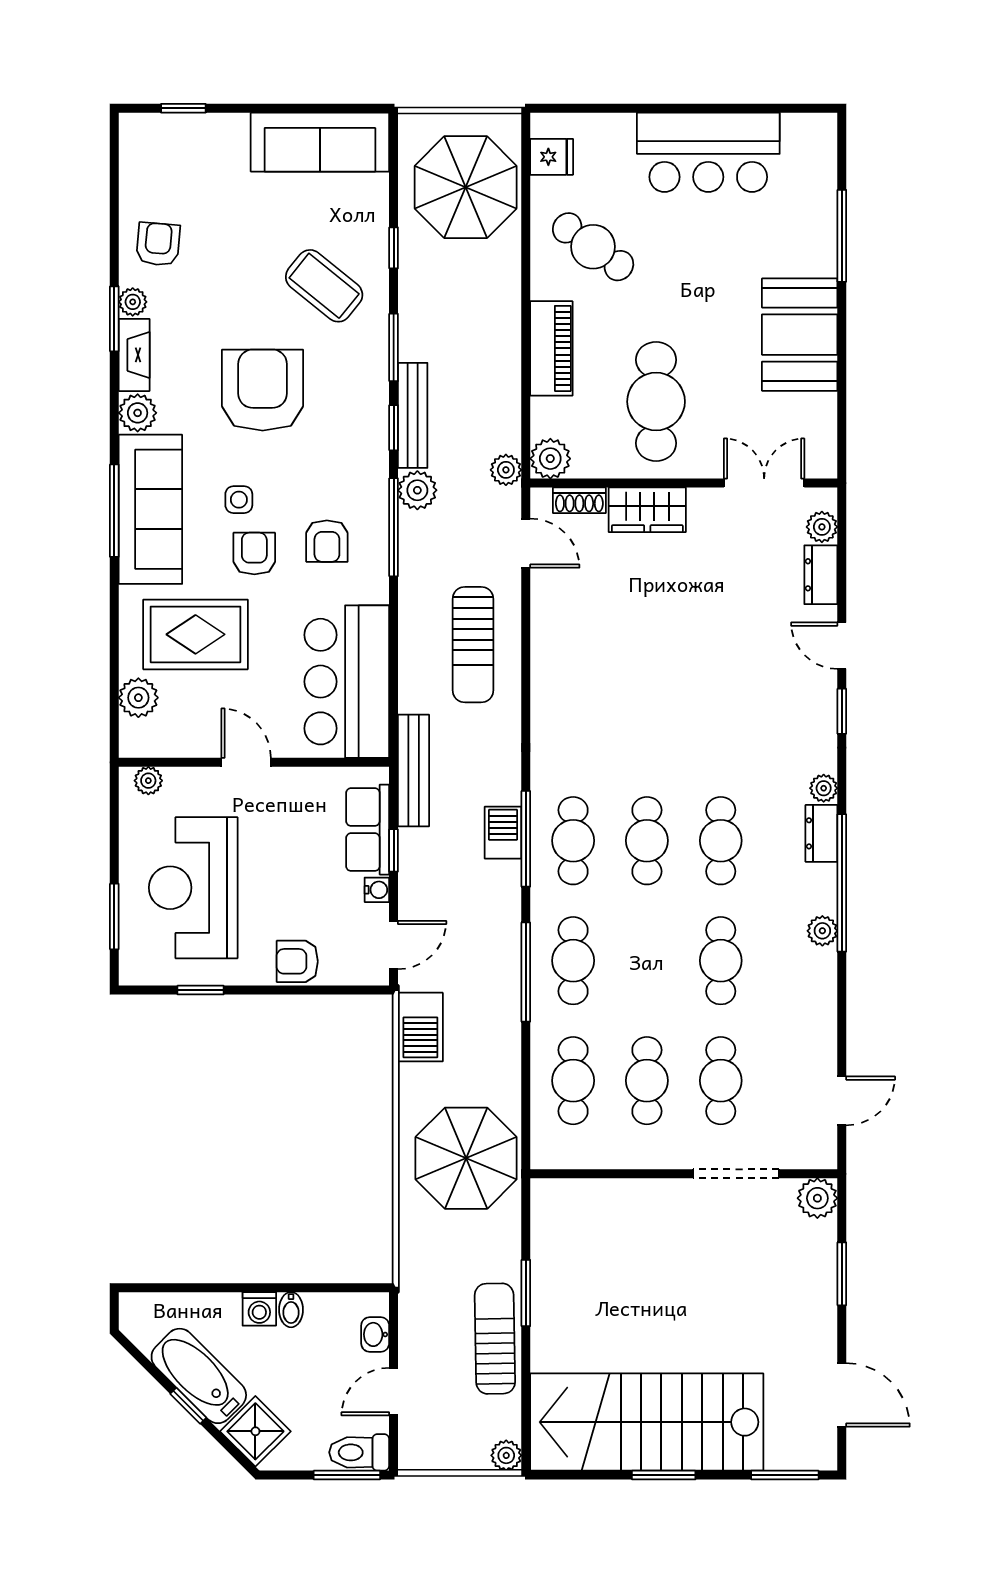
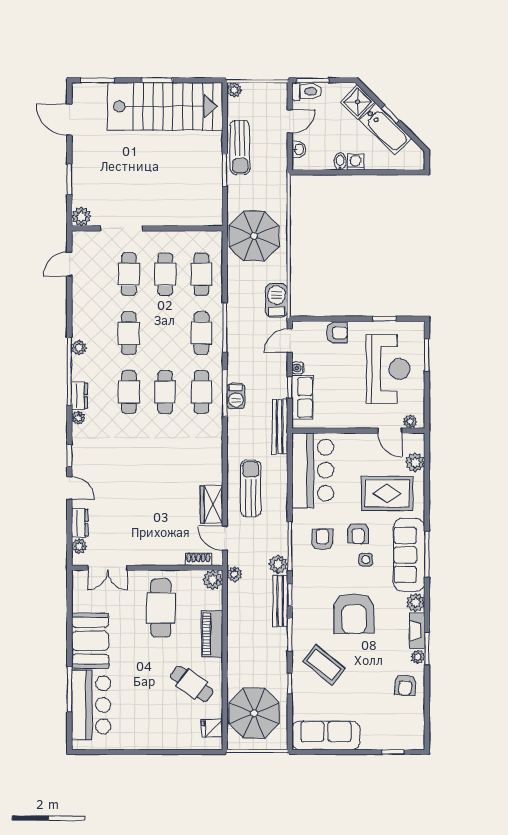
bar counter: (708, 152) -> (91, 705), moved, turned 90
wardrobe: (647, 510) -> (212, 505), moved, turned -90
door: (246, 762) -> (390, 431), moved

